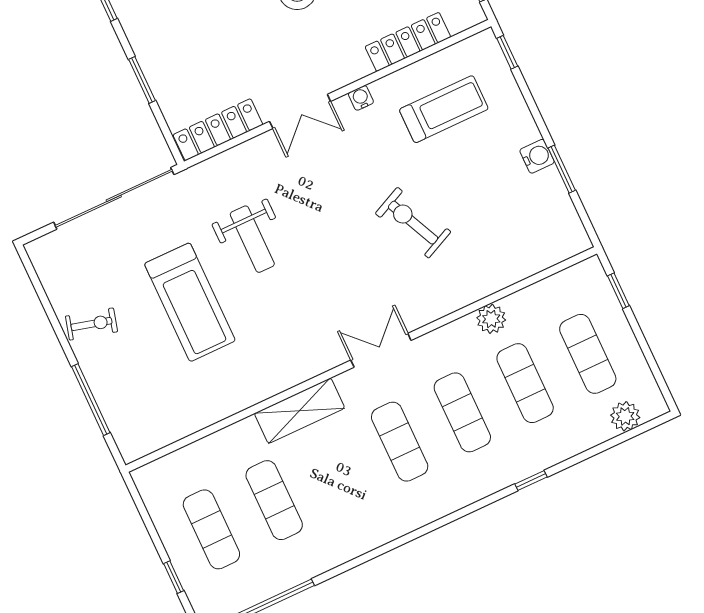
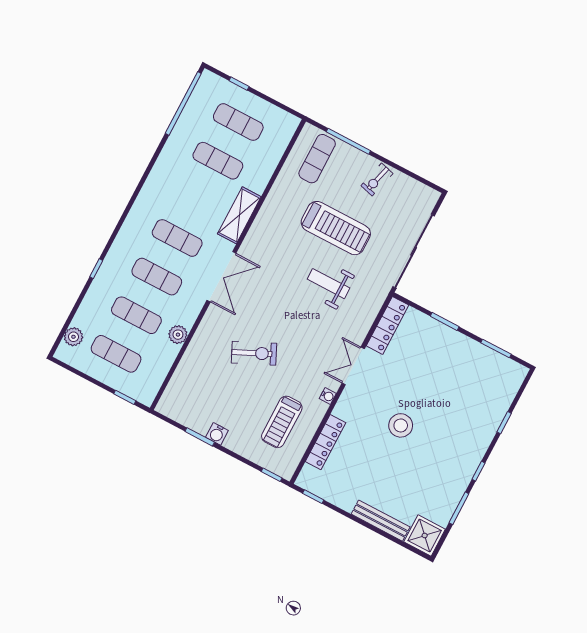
treadmill: (190, 302) -> (336, 228), turned 180
double door: (381, 350) -> (221, 277), width x1.37
exercise mat: (147, 408) -> (317, 159), added

